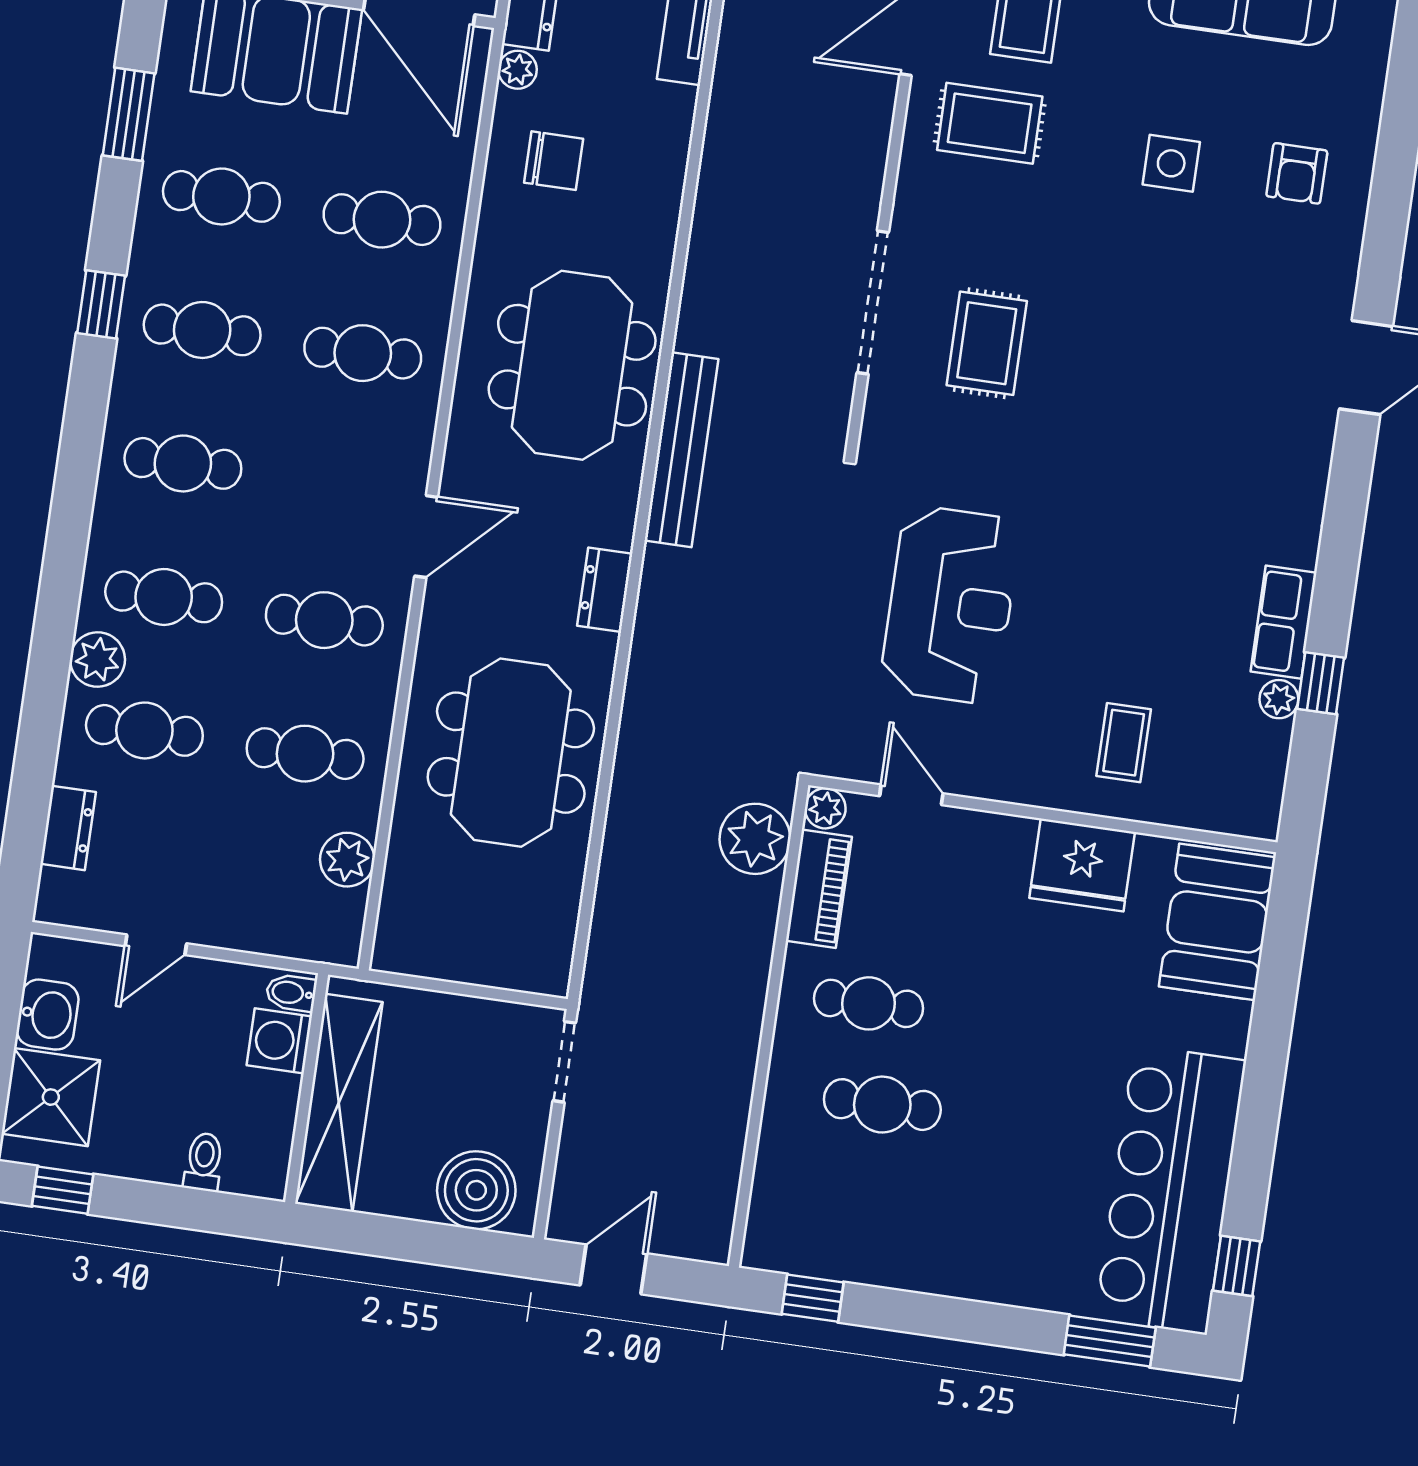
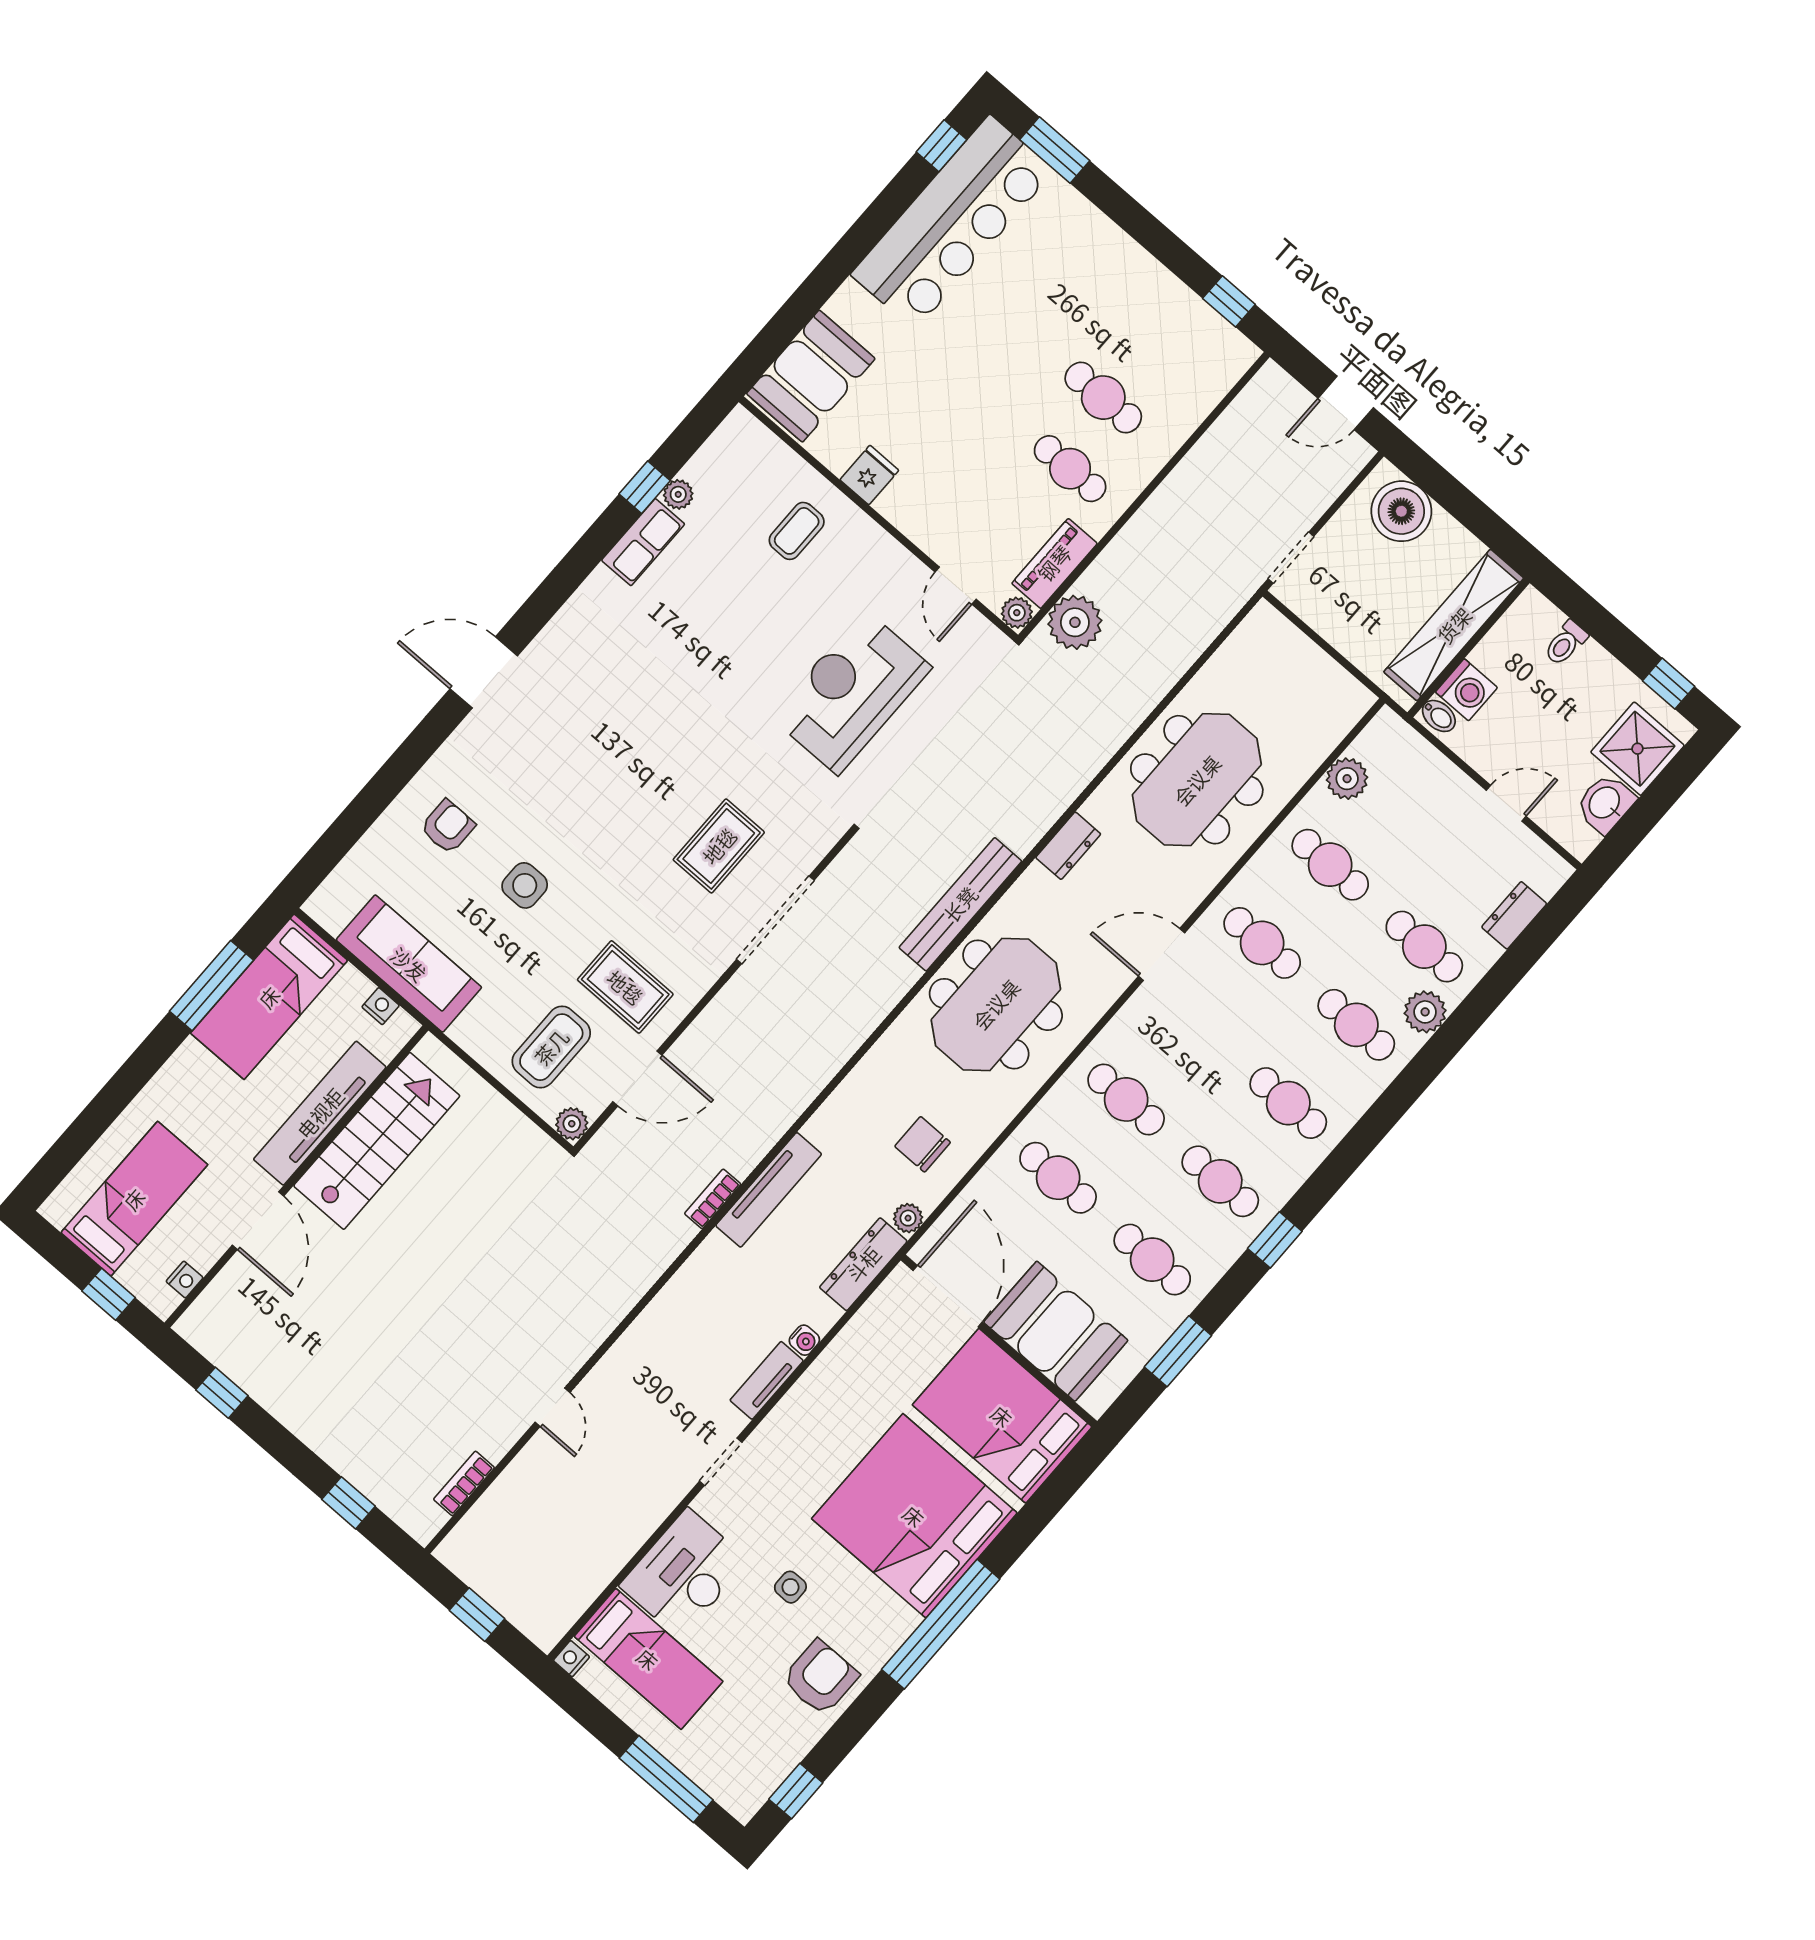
fridge: (1082, 865) -> (869, 475), width x0.53, depth x0.75

